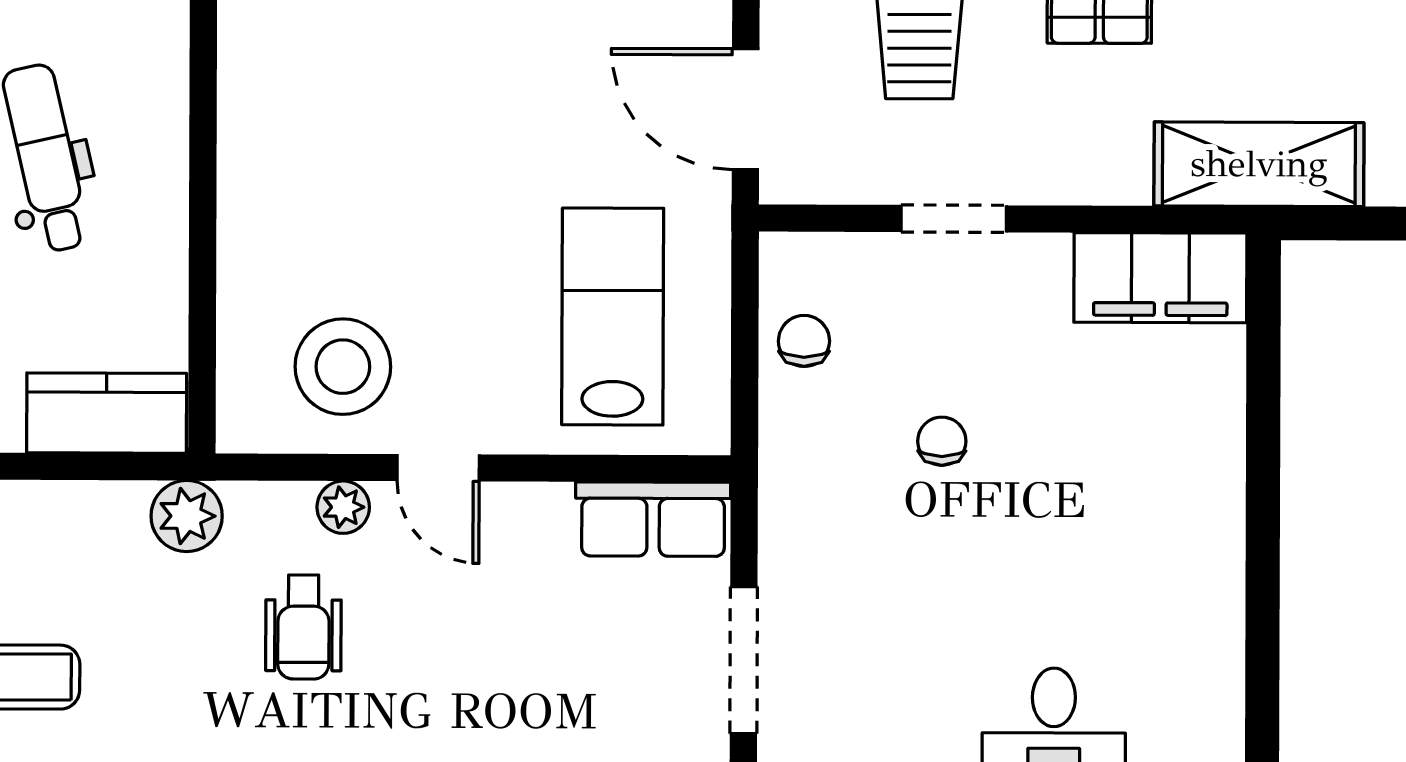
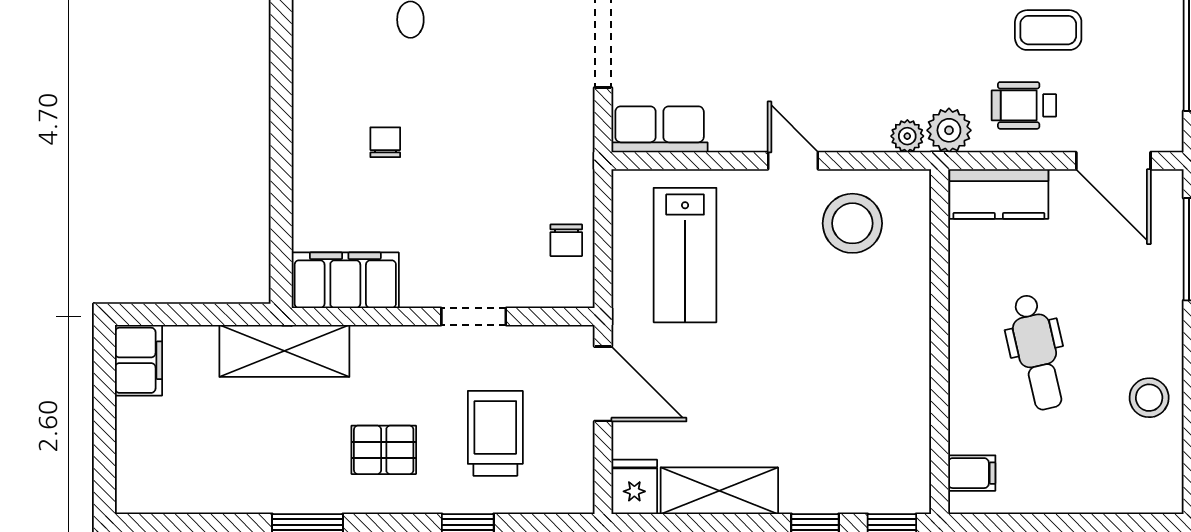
chair: (942, 441) -> (385, 142), moved, turned 180
plant: (343, 507) -> (907, 136), moved
wheelchair: (303, 627) -> (1024, 105), moved, turned -90

